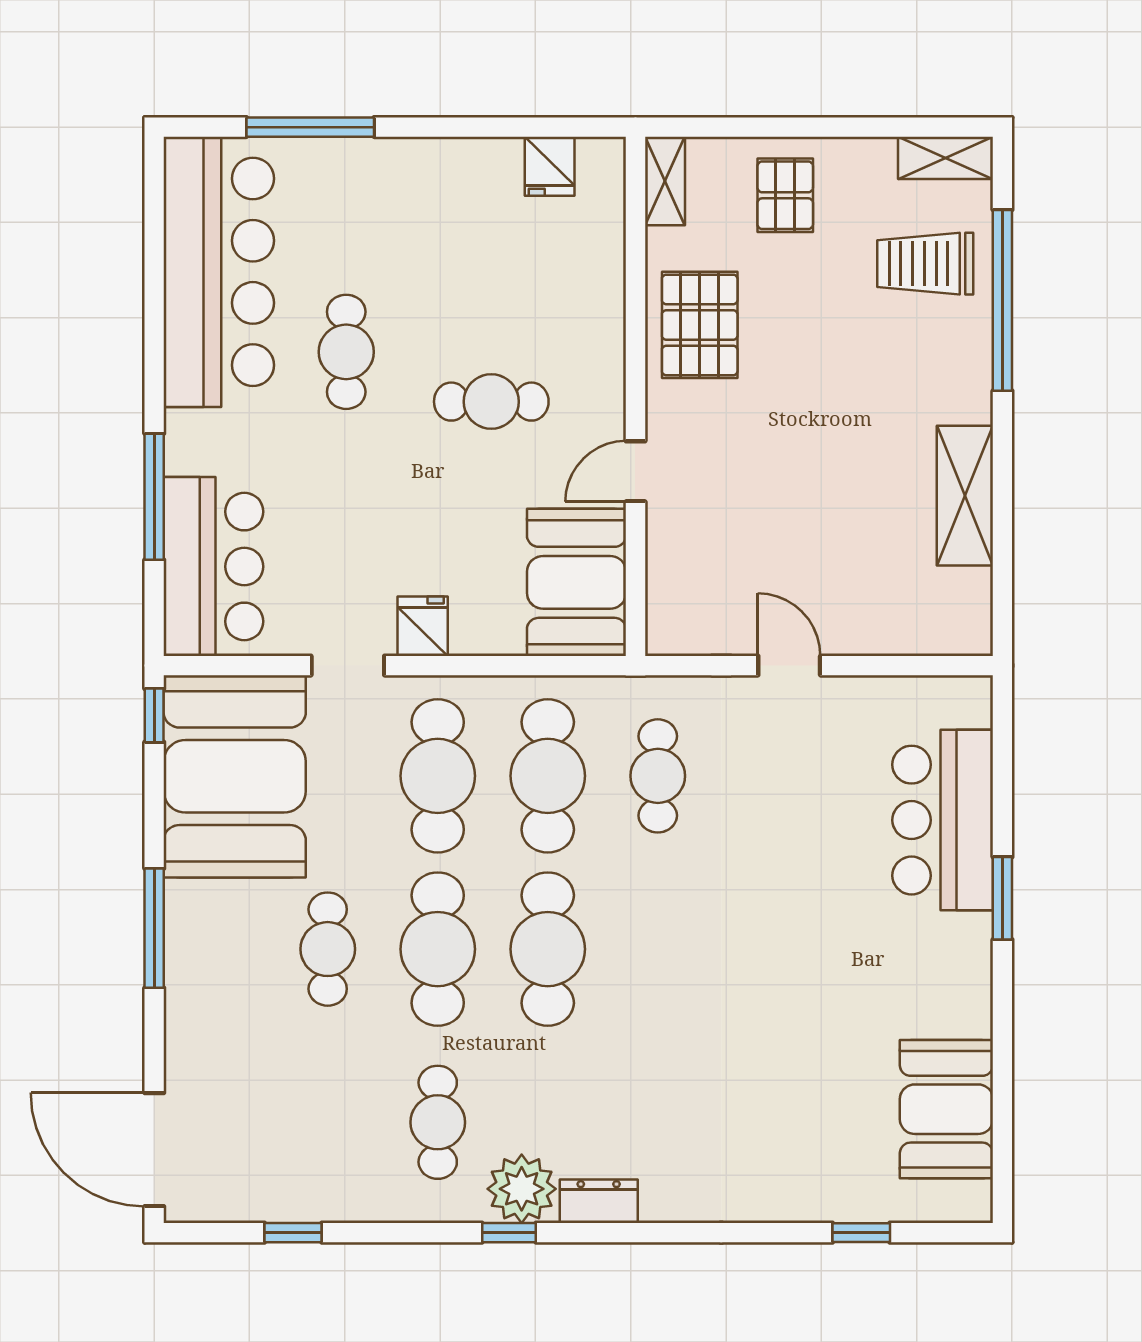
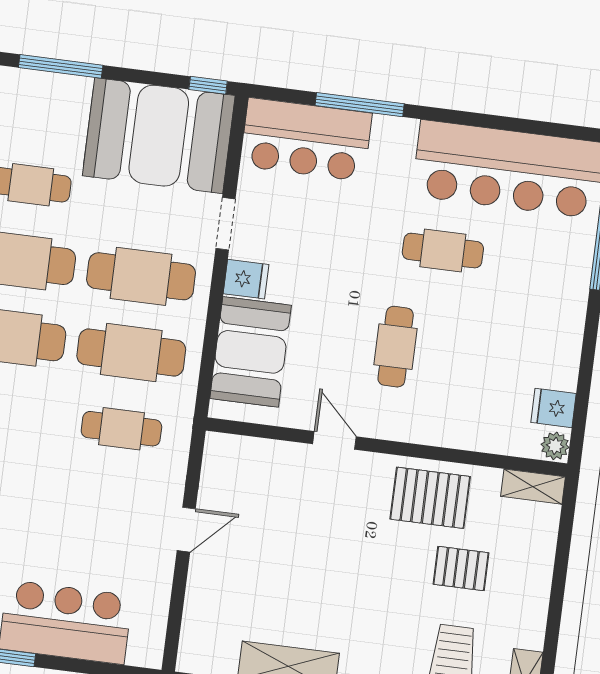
plant: (603, 157) -> (555, 446), added
pallet: (785, 195) -> (461, 569), moved
booth: (577, 582) -> (251, 352), moved, turned 90

